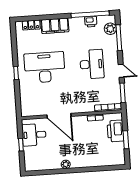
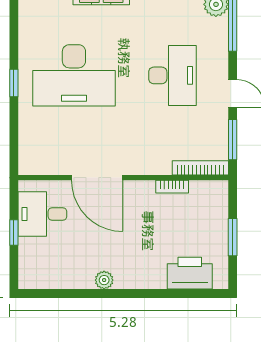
desk: (45, 67) -> (74, 75), turned 180
printer: (115, 131) -> (190, 273), moved, turned 90

